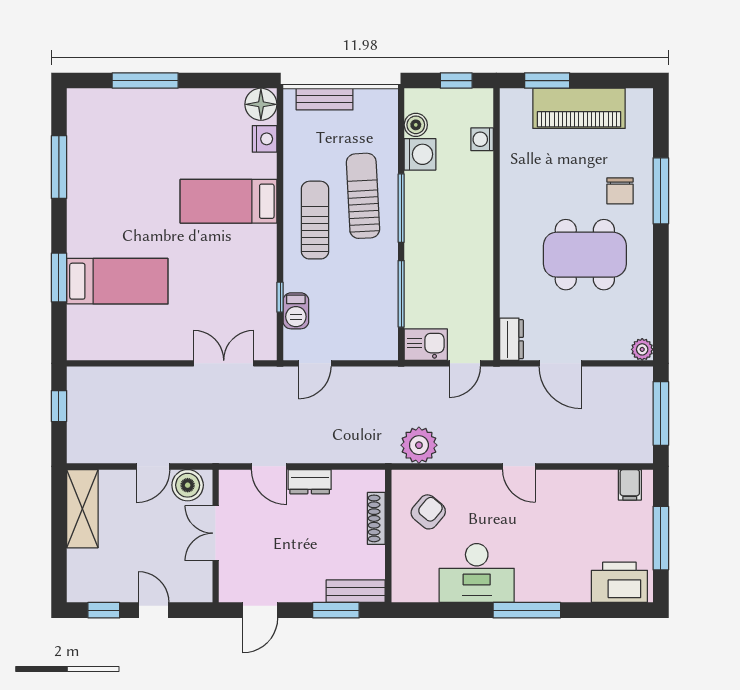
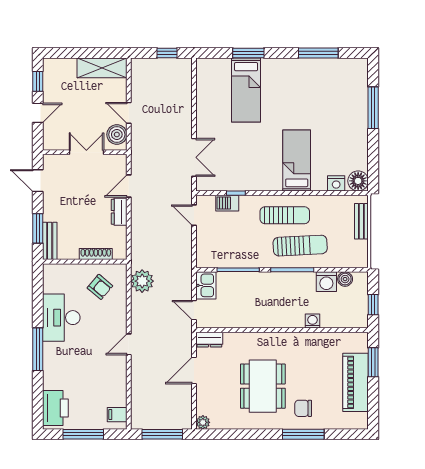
washing machine: (482, 139) -> (312, 321), moved

